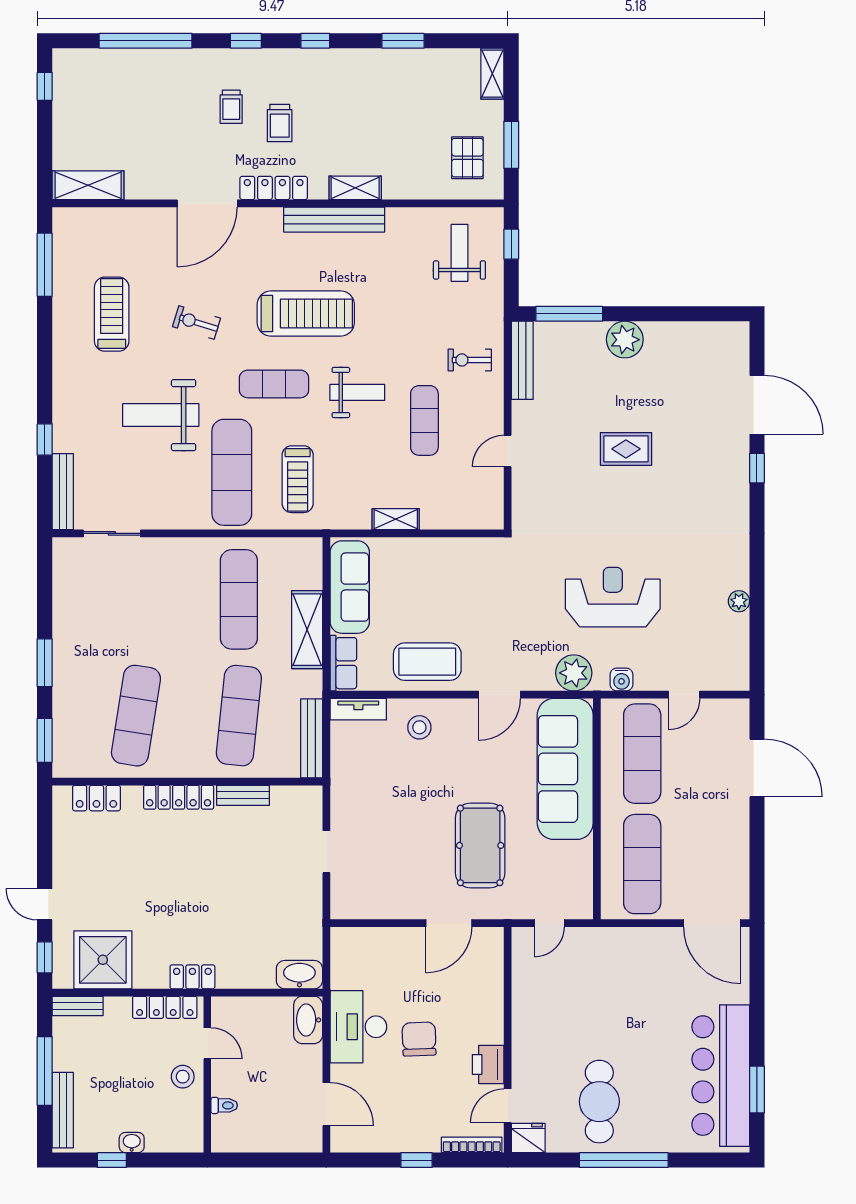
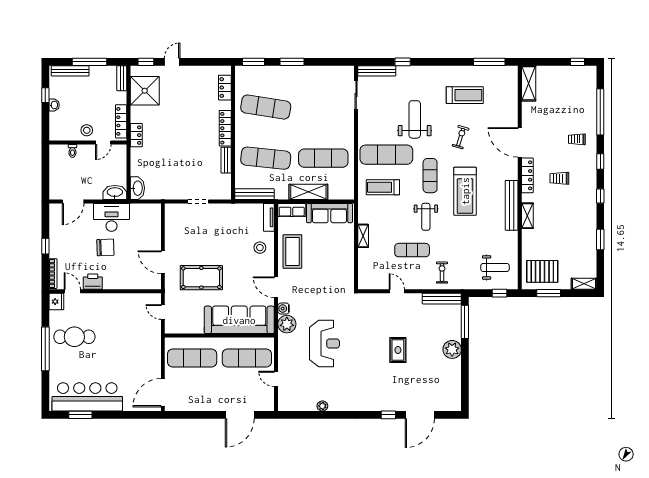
trolley: (231, 107) -> (577, 139), moved
pallet: (467, 158) -> (542, 271), width x1.50, depth x1.42
water cooler: (622, 680) -> (284, 309), moved

